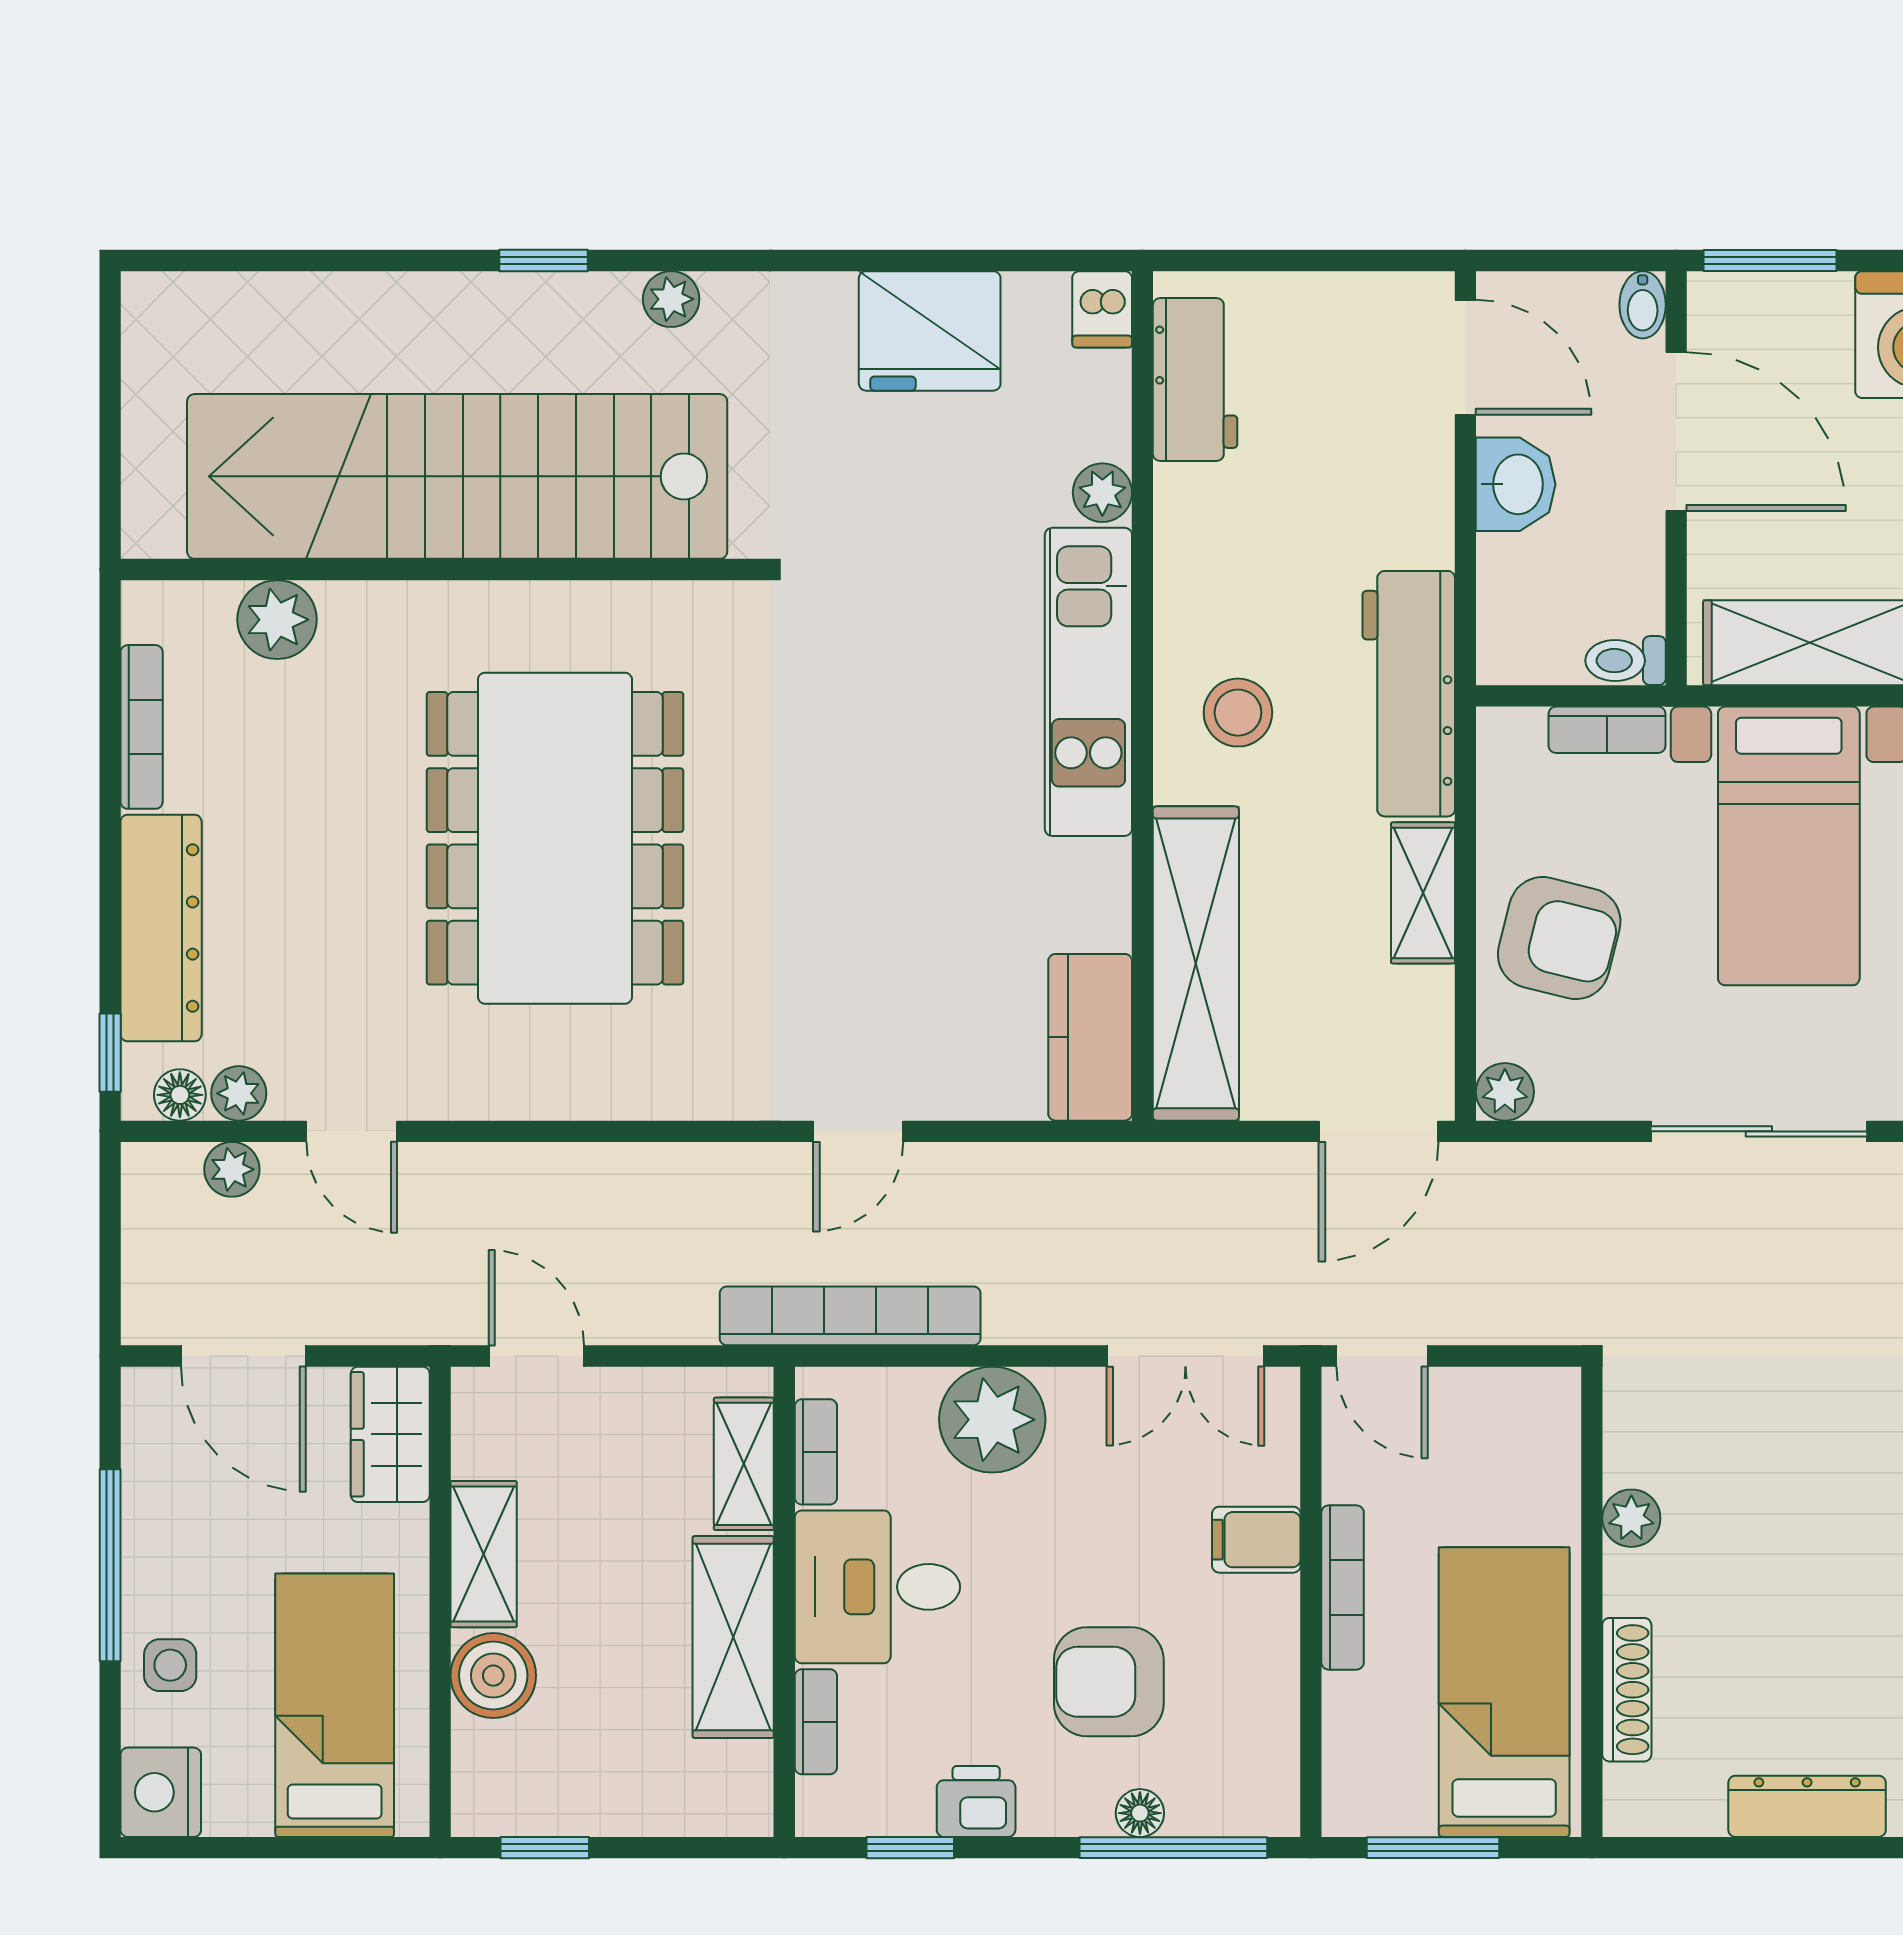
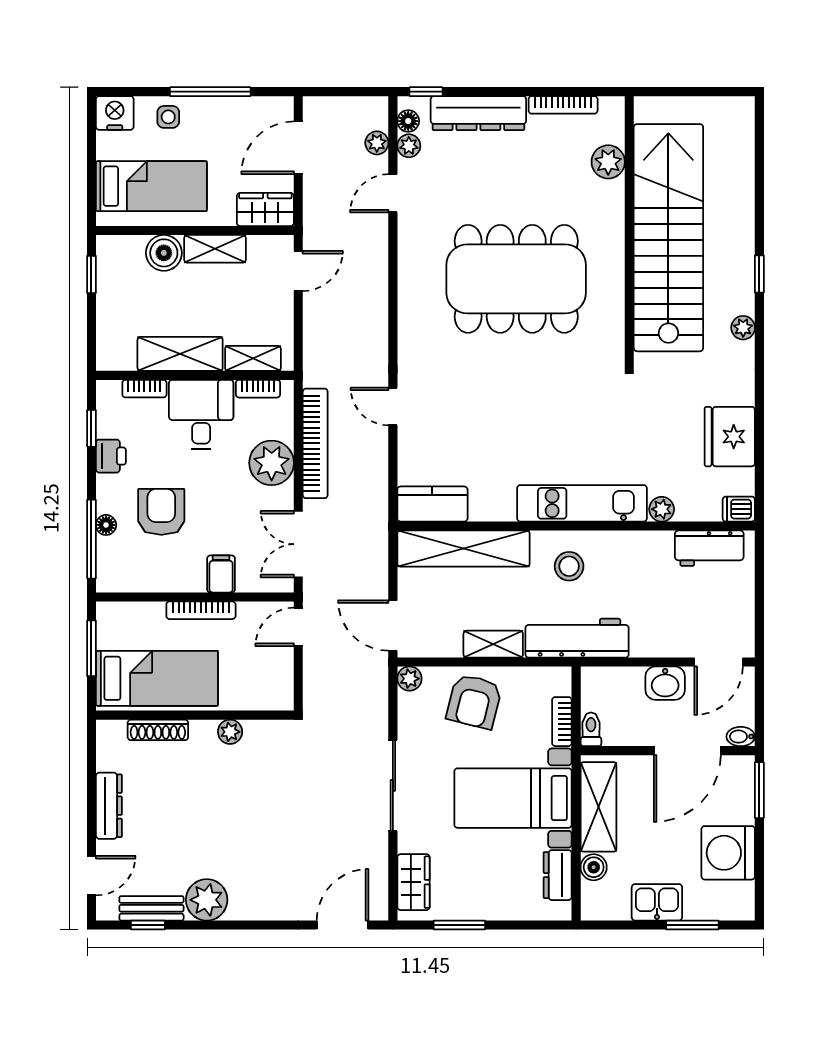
bookcase: (850, 1316) -> (315, 443), moved

